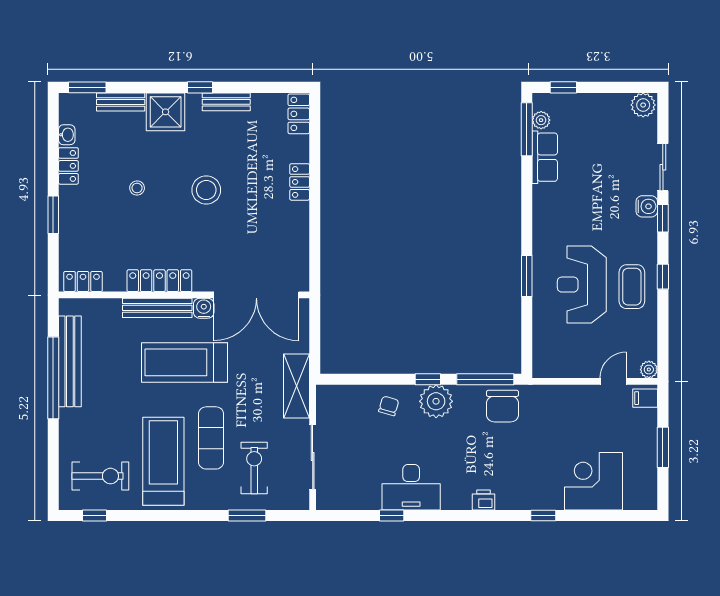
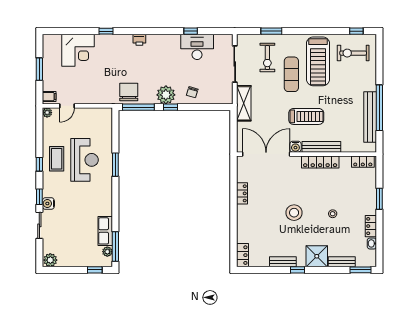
locker: (300, 182) -> (242, 193), moved
treadmill: (184, 362) -> (306, 116), width x0.73, depth x0.73
desk: (411, 487) -> (197, 47), moved

